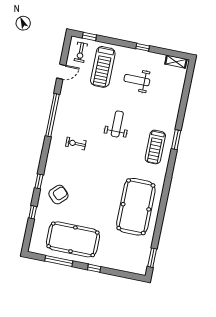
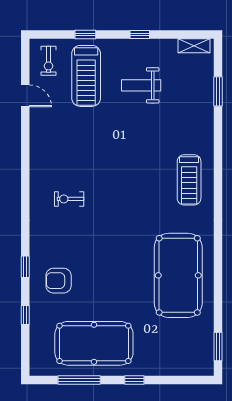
window: (89, 36) -> (85, 34), moved
door: (61, 72) -> (25, 96), hinge flipped
window: (52, 115) -> (25, 164), removed
weight bench: (117, 124) -> (125, 157), removed
window: (176, 140) -> (218, 91), moved
armchair: (58, 195) -> (59, 281), turned -135

